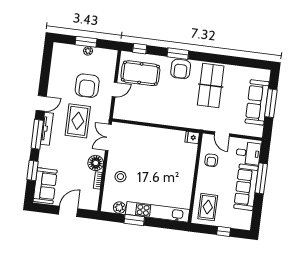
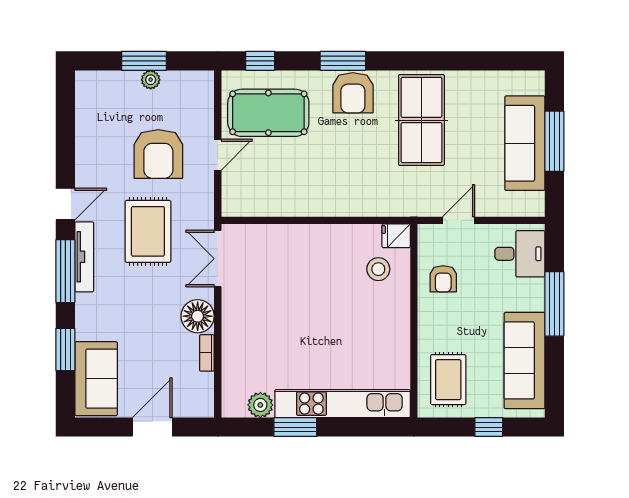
door: (222, 134) -> (459, 220), swing flipped
stool: (120, 177) -> (378, 269), moved
sofa: (246, 187) -> (525, 360), moved

